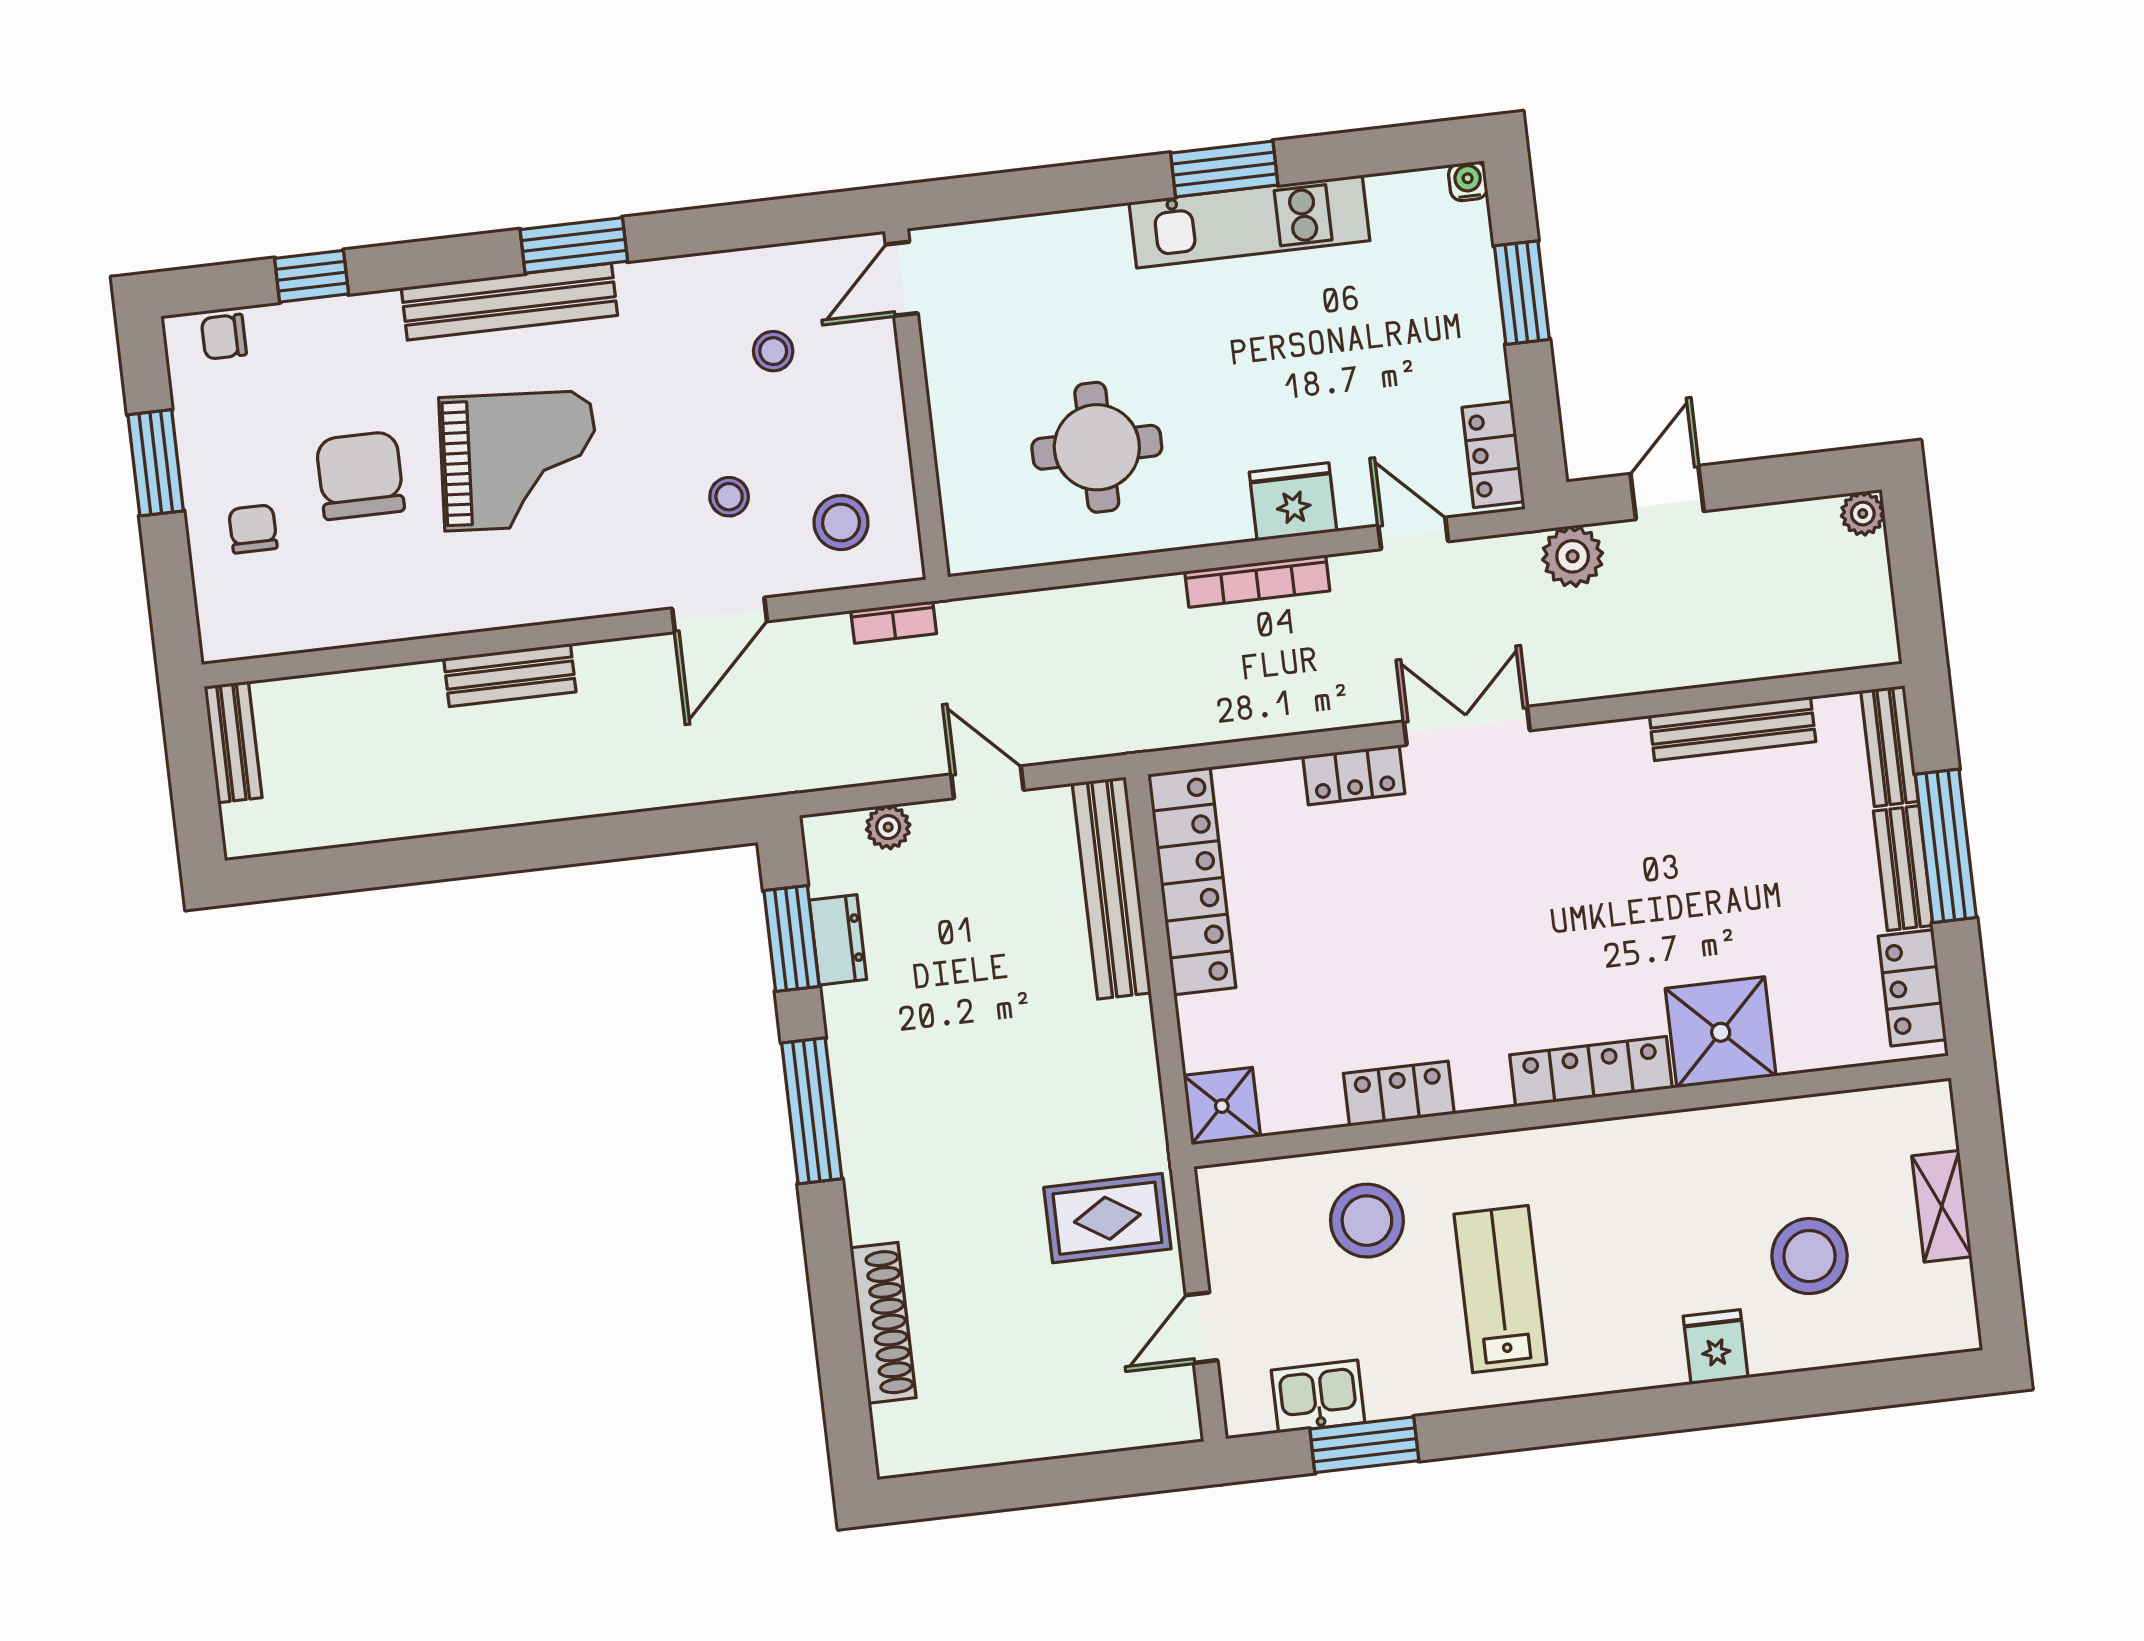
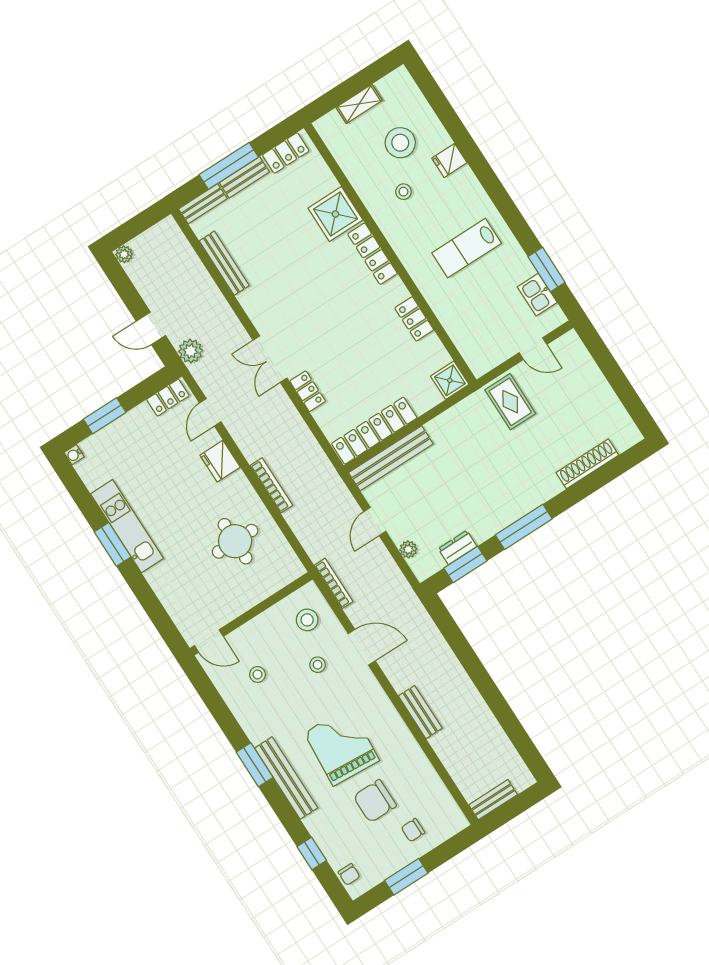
bookcase: (1257, 581) -> (271, 485), moved
bookcase: (894, 622) -> (334, 583), width x1.56
stool: (1367, 1221) -> (403, 192), moved, width x0.53, depth x0.53

